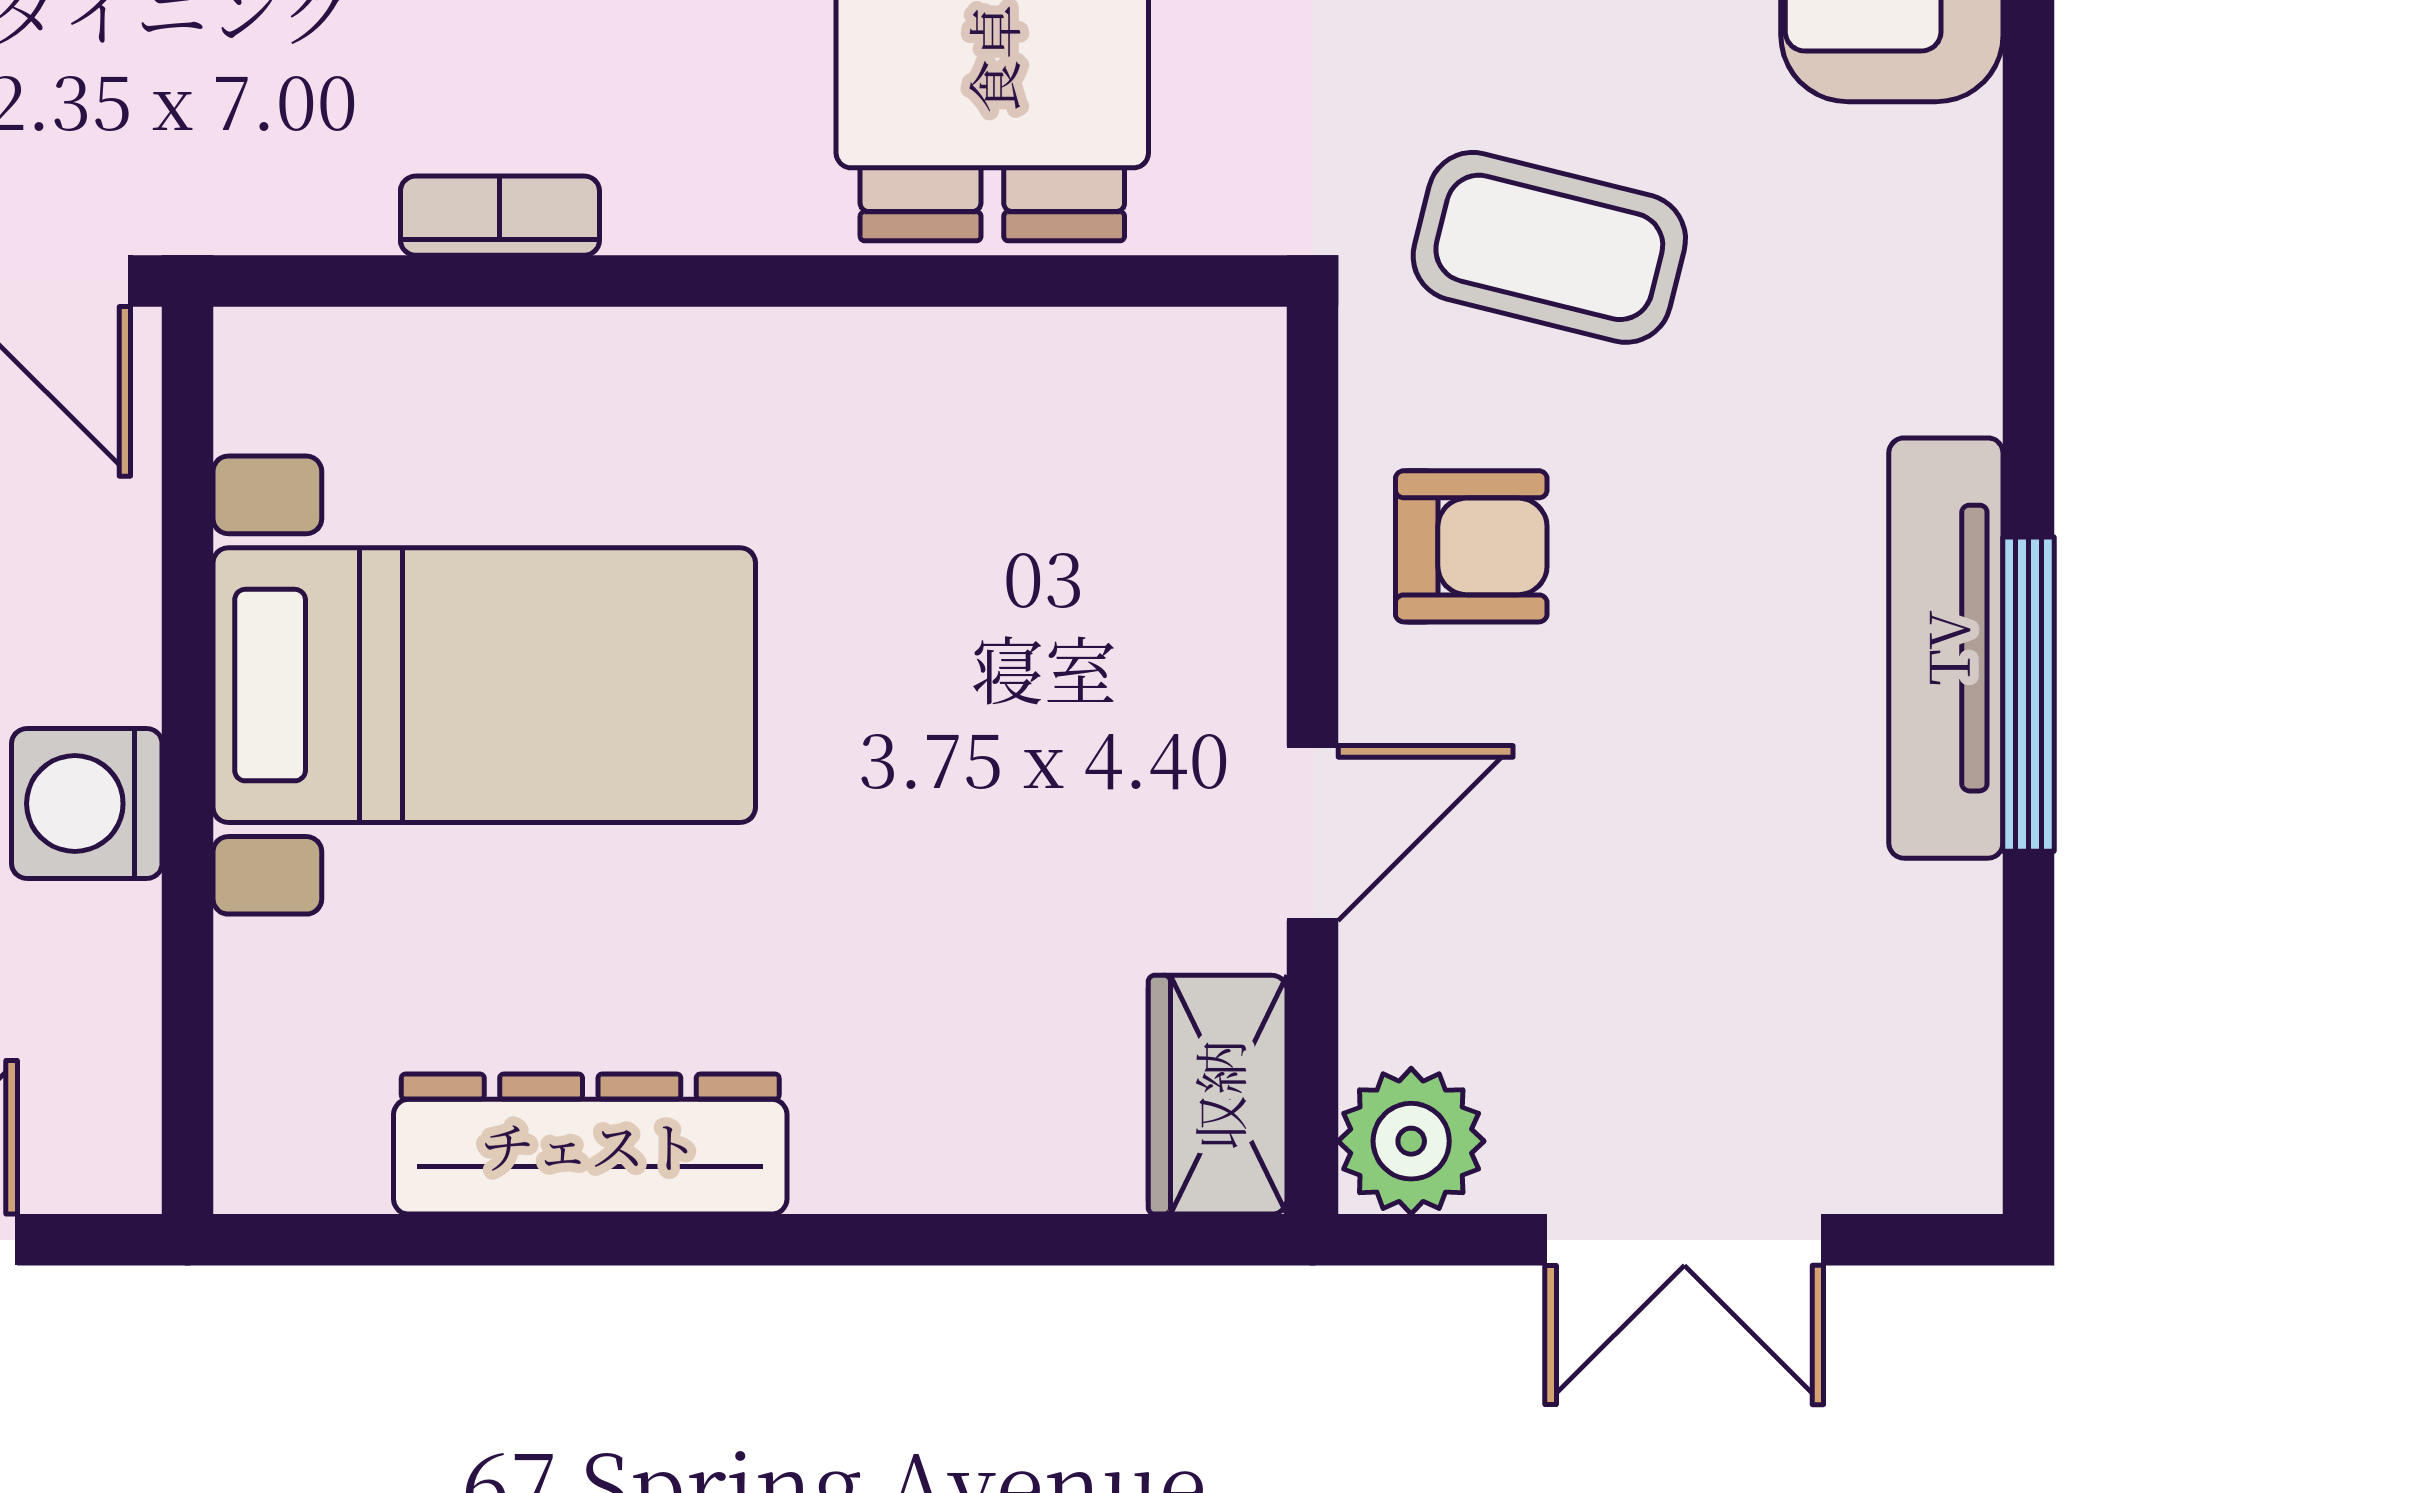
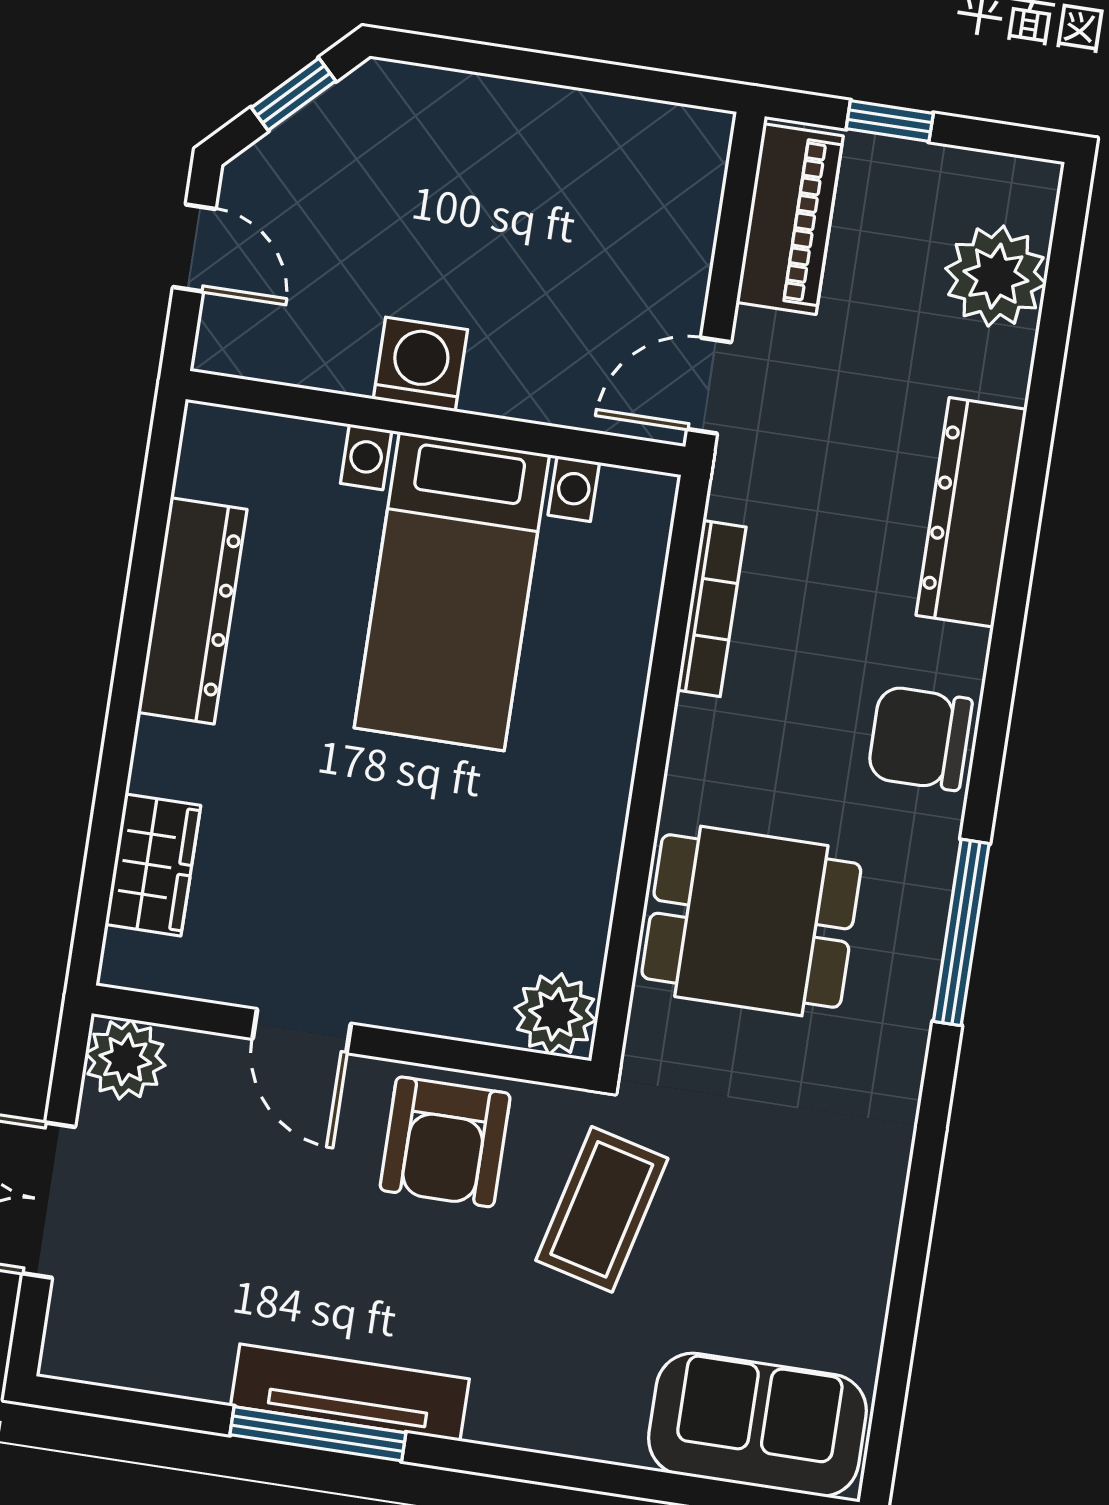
bookcase: (500, 216) -> (711, 609), width x1.56
plant: (1213, 384) -> (555, 1014), added
armchair: (1471, 546) -> (445, 1142), width x1.38, depth x1.38
wardrobe: (1218, 1095) -> (153, 865), moved, turned 90

